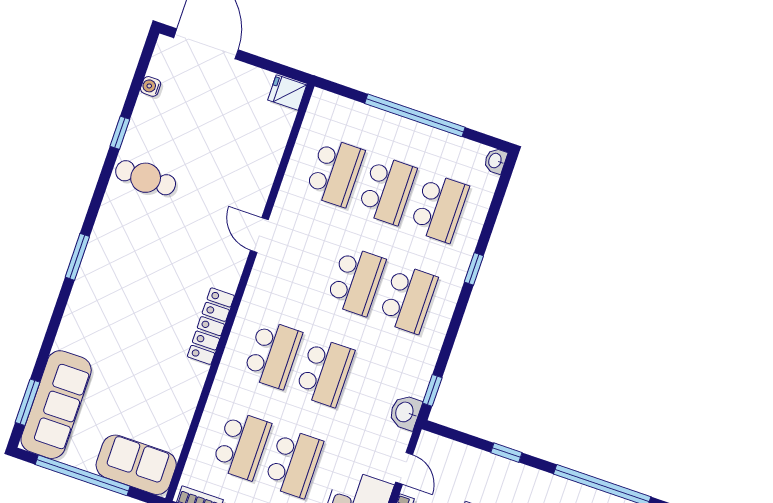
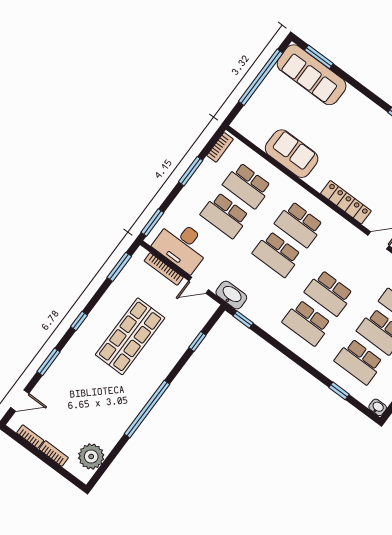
window: (474, 269) -> (339, 391), moved
locker: (211, 326) -> (346, 202), moved
washbasin: (405, 412) -> (231, 295), width x1.38
window: (506, 453) -> (197, 341), moved
sofa: (136, 465) -> (292, 154), moved, turned -90

